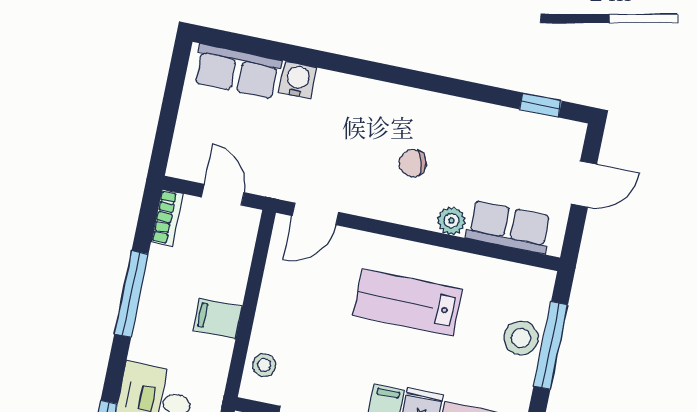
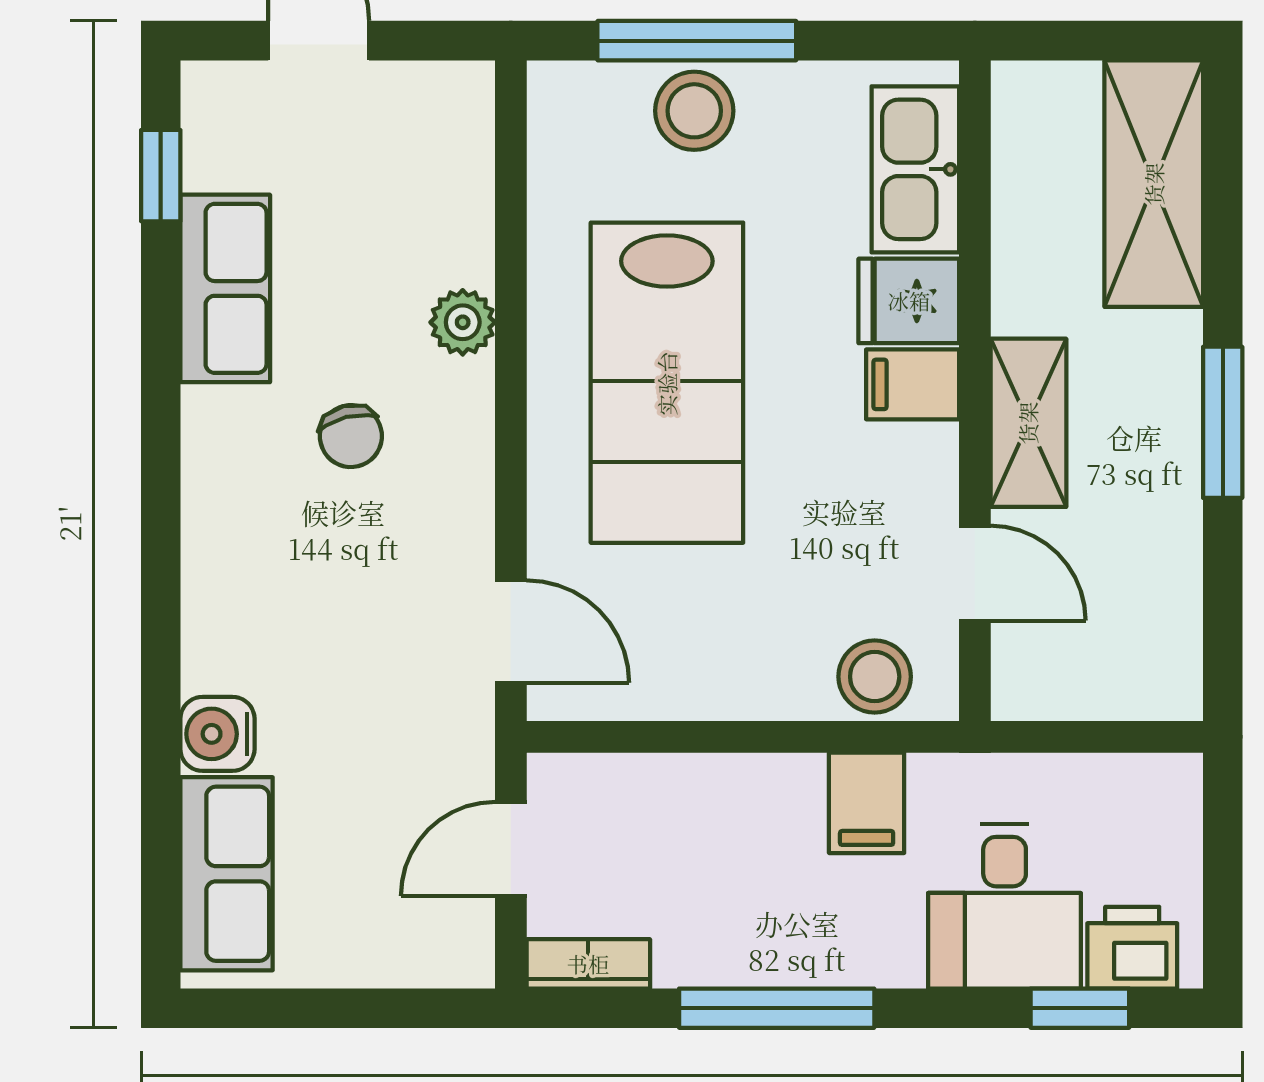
row of seats: (509, 227) -> (225, 288), moved, turned 180
lab bench: (408, 302) -> (667, 383), width x1.36, depth x1.39
filing cabinet: (218, 318) -> (867, 803), moved
stool: (264, 365) -> (875, 677), width x1.37, depth x1.37

